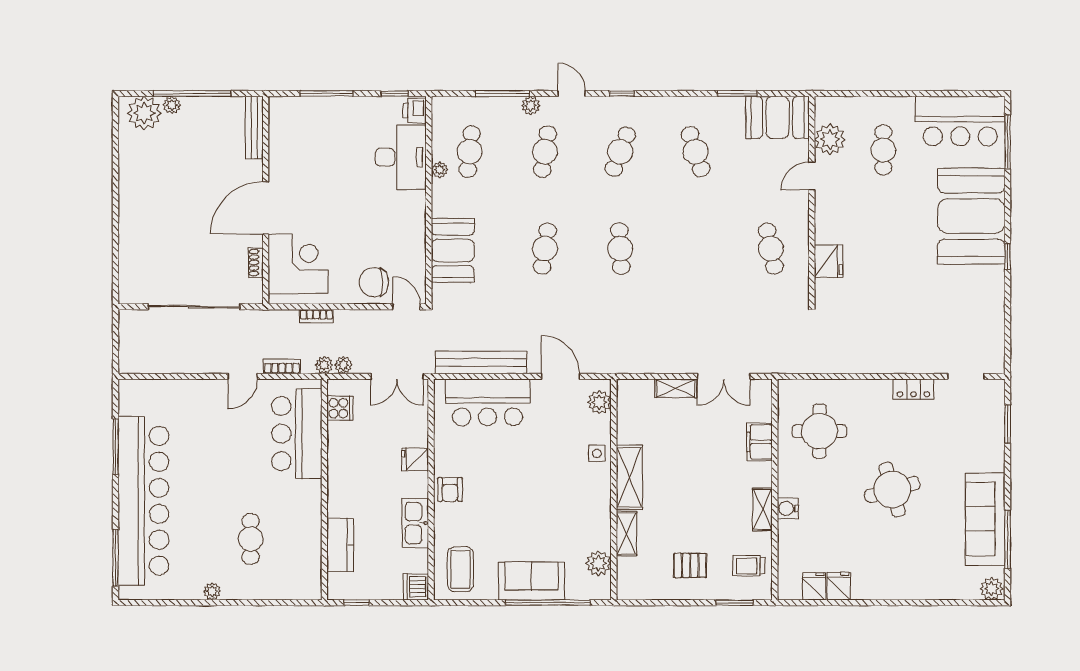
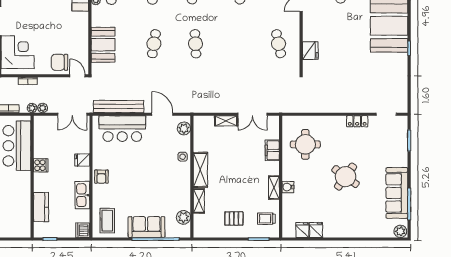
cooker: (340, 408) -> (41, 165), moved
round table: (892, 490) -> (345, 177), turned -38

